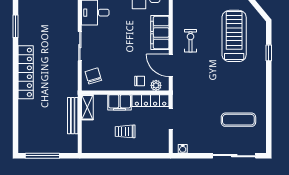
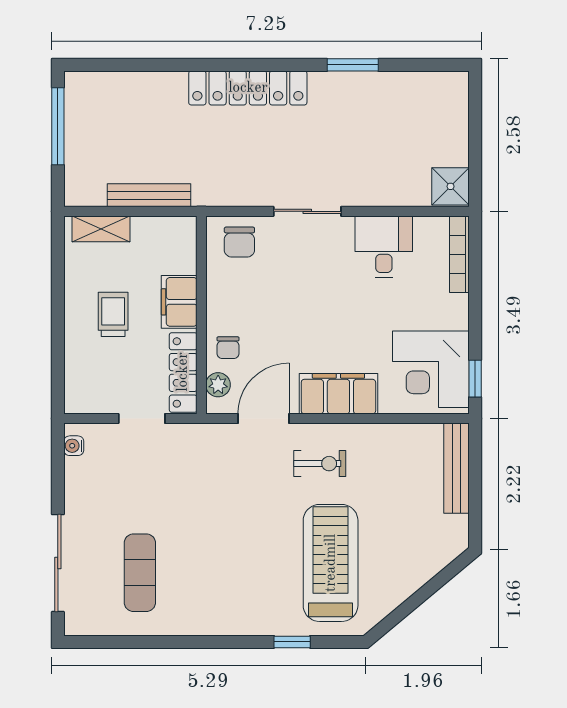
treadmill: (234, 36) -> (331, 563), turned -90
chair: (93, 76) -> (239, 242), turned 107
shelving: (87, 107) -> (101, 229), moved

